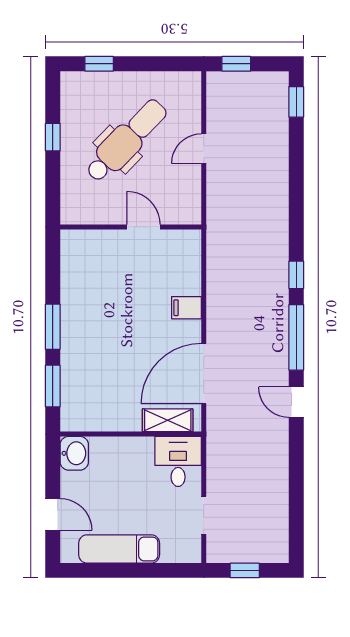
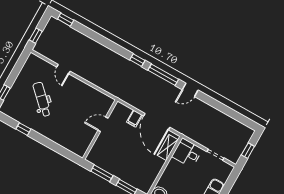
dental chair: (126, 141) -> (42, 99), width x0.73, depth x0.72
wall: (131, 227) -> (100, 130), moved
door: (143, 227) -> (103, 124), moved
filing cabinet: (186, 308) -> (134, 119), moved

